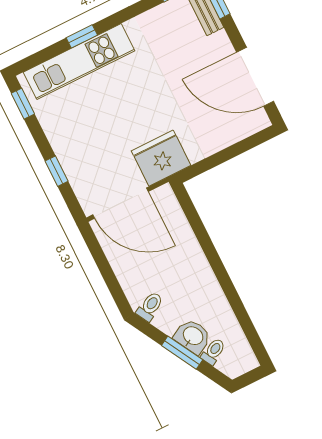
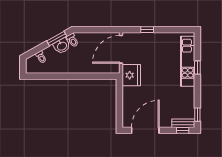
window: (23, 104) -> (182, 30), removed
washbasin: (193, 336) -> (62, 46), moved
window: (182, 353) -> (57, 39), moved

